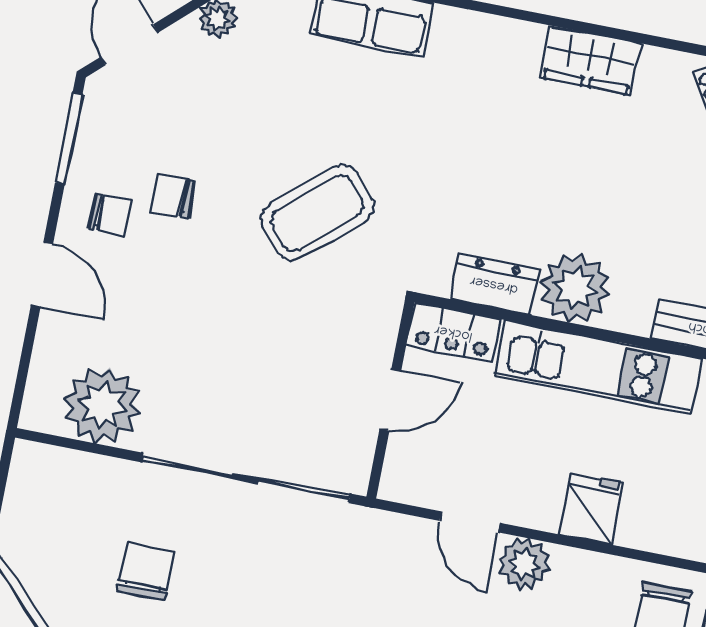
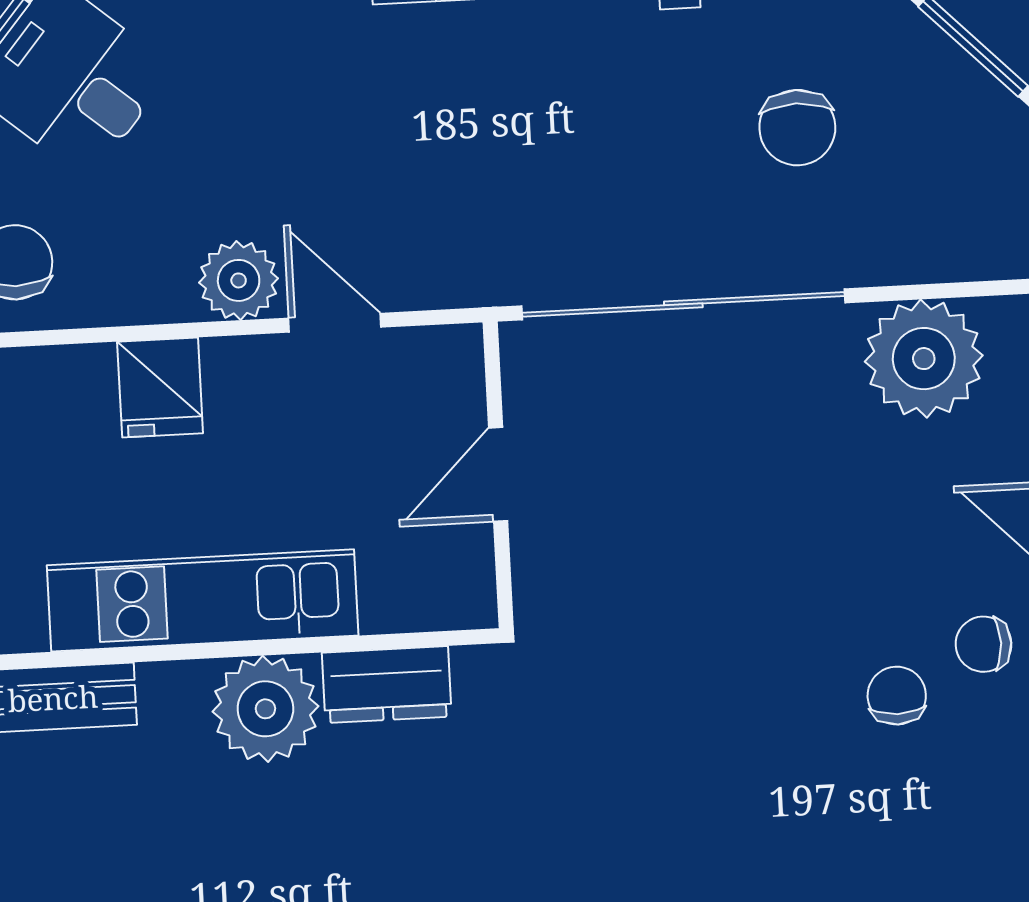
chair: (173, 196) -> (897, 696), turned -90
coffee table: (318, 213) -> (676, 725), removed
locker: (453, 332) -> (430, 598), removed

